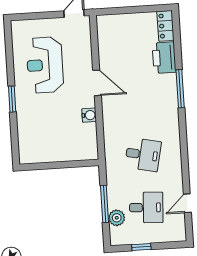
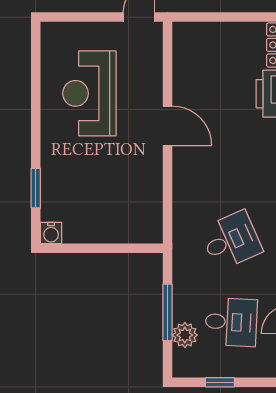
window: (12, 99) -> (36, 188), moved
water cooler: (89, 115) -> (51, 233), moved, turned 90
desk: (143, 155) -> (231, 240), turned -36

